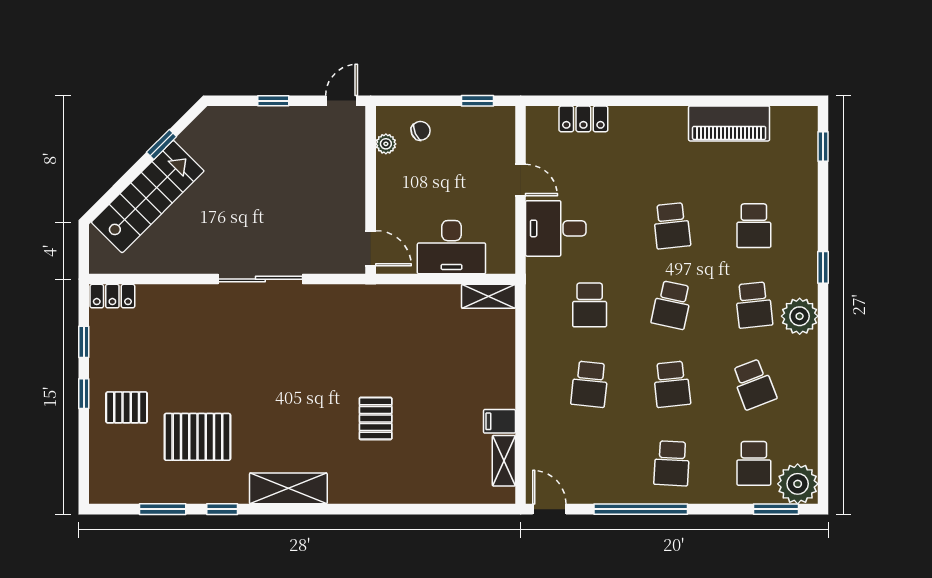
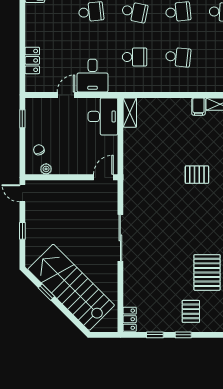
stairs: (148, 197) -> (71, 287), width x1.36, depth x1.51
desk: (451, 247) -> (103, 116), moved

